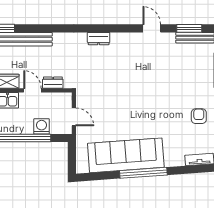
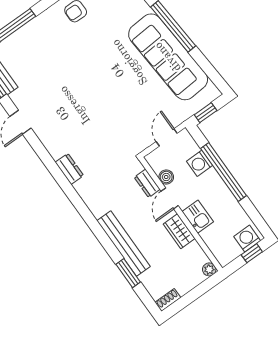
boiler: (48, 98) -> (166, 177), added
window: (72, 154) -> (206, 113), added

